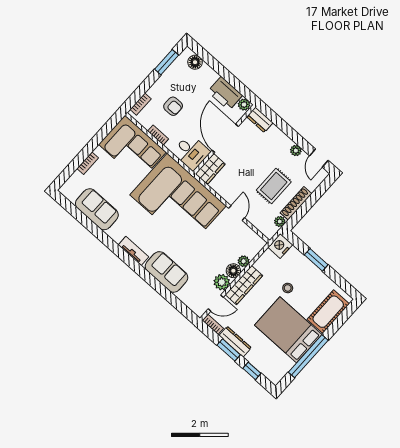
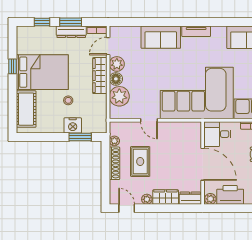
wardrobe: (210, 169) -> (166, 197), moved, turned 90
nightstand: (280, 246) -> (73, 125), moved, turned 90
window: (316, 260) -> (80, 137), moved
plant: (244, 261) -> (119, 96), width x1.87, depth x1.87
window: (308, 356) -> (12, 66), width x0.32

